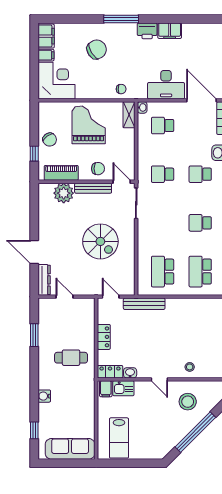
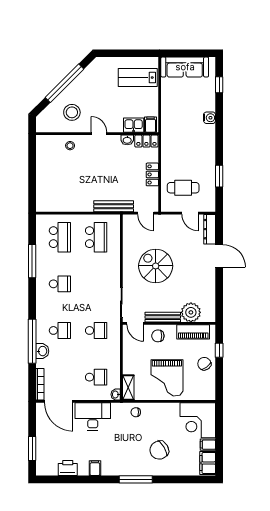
printer: (147, 31) -> (68, 468), moved
filing cabinet: (170, 31) -> (95, 468), width x0.50
cafe table: (71, 358) -> (183, 188), moved
lab bench: (119, 438) -> (138, 78), turned -90

